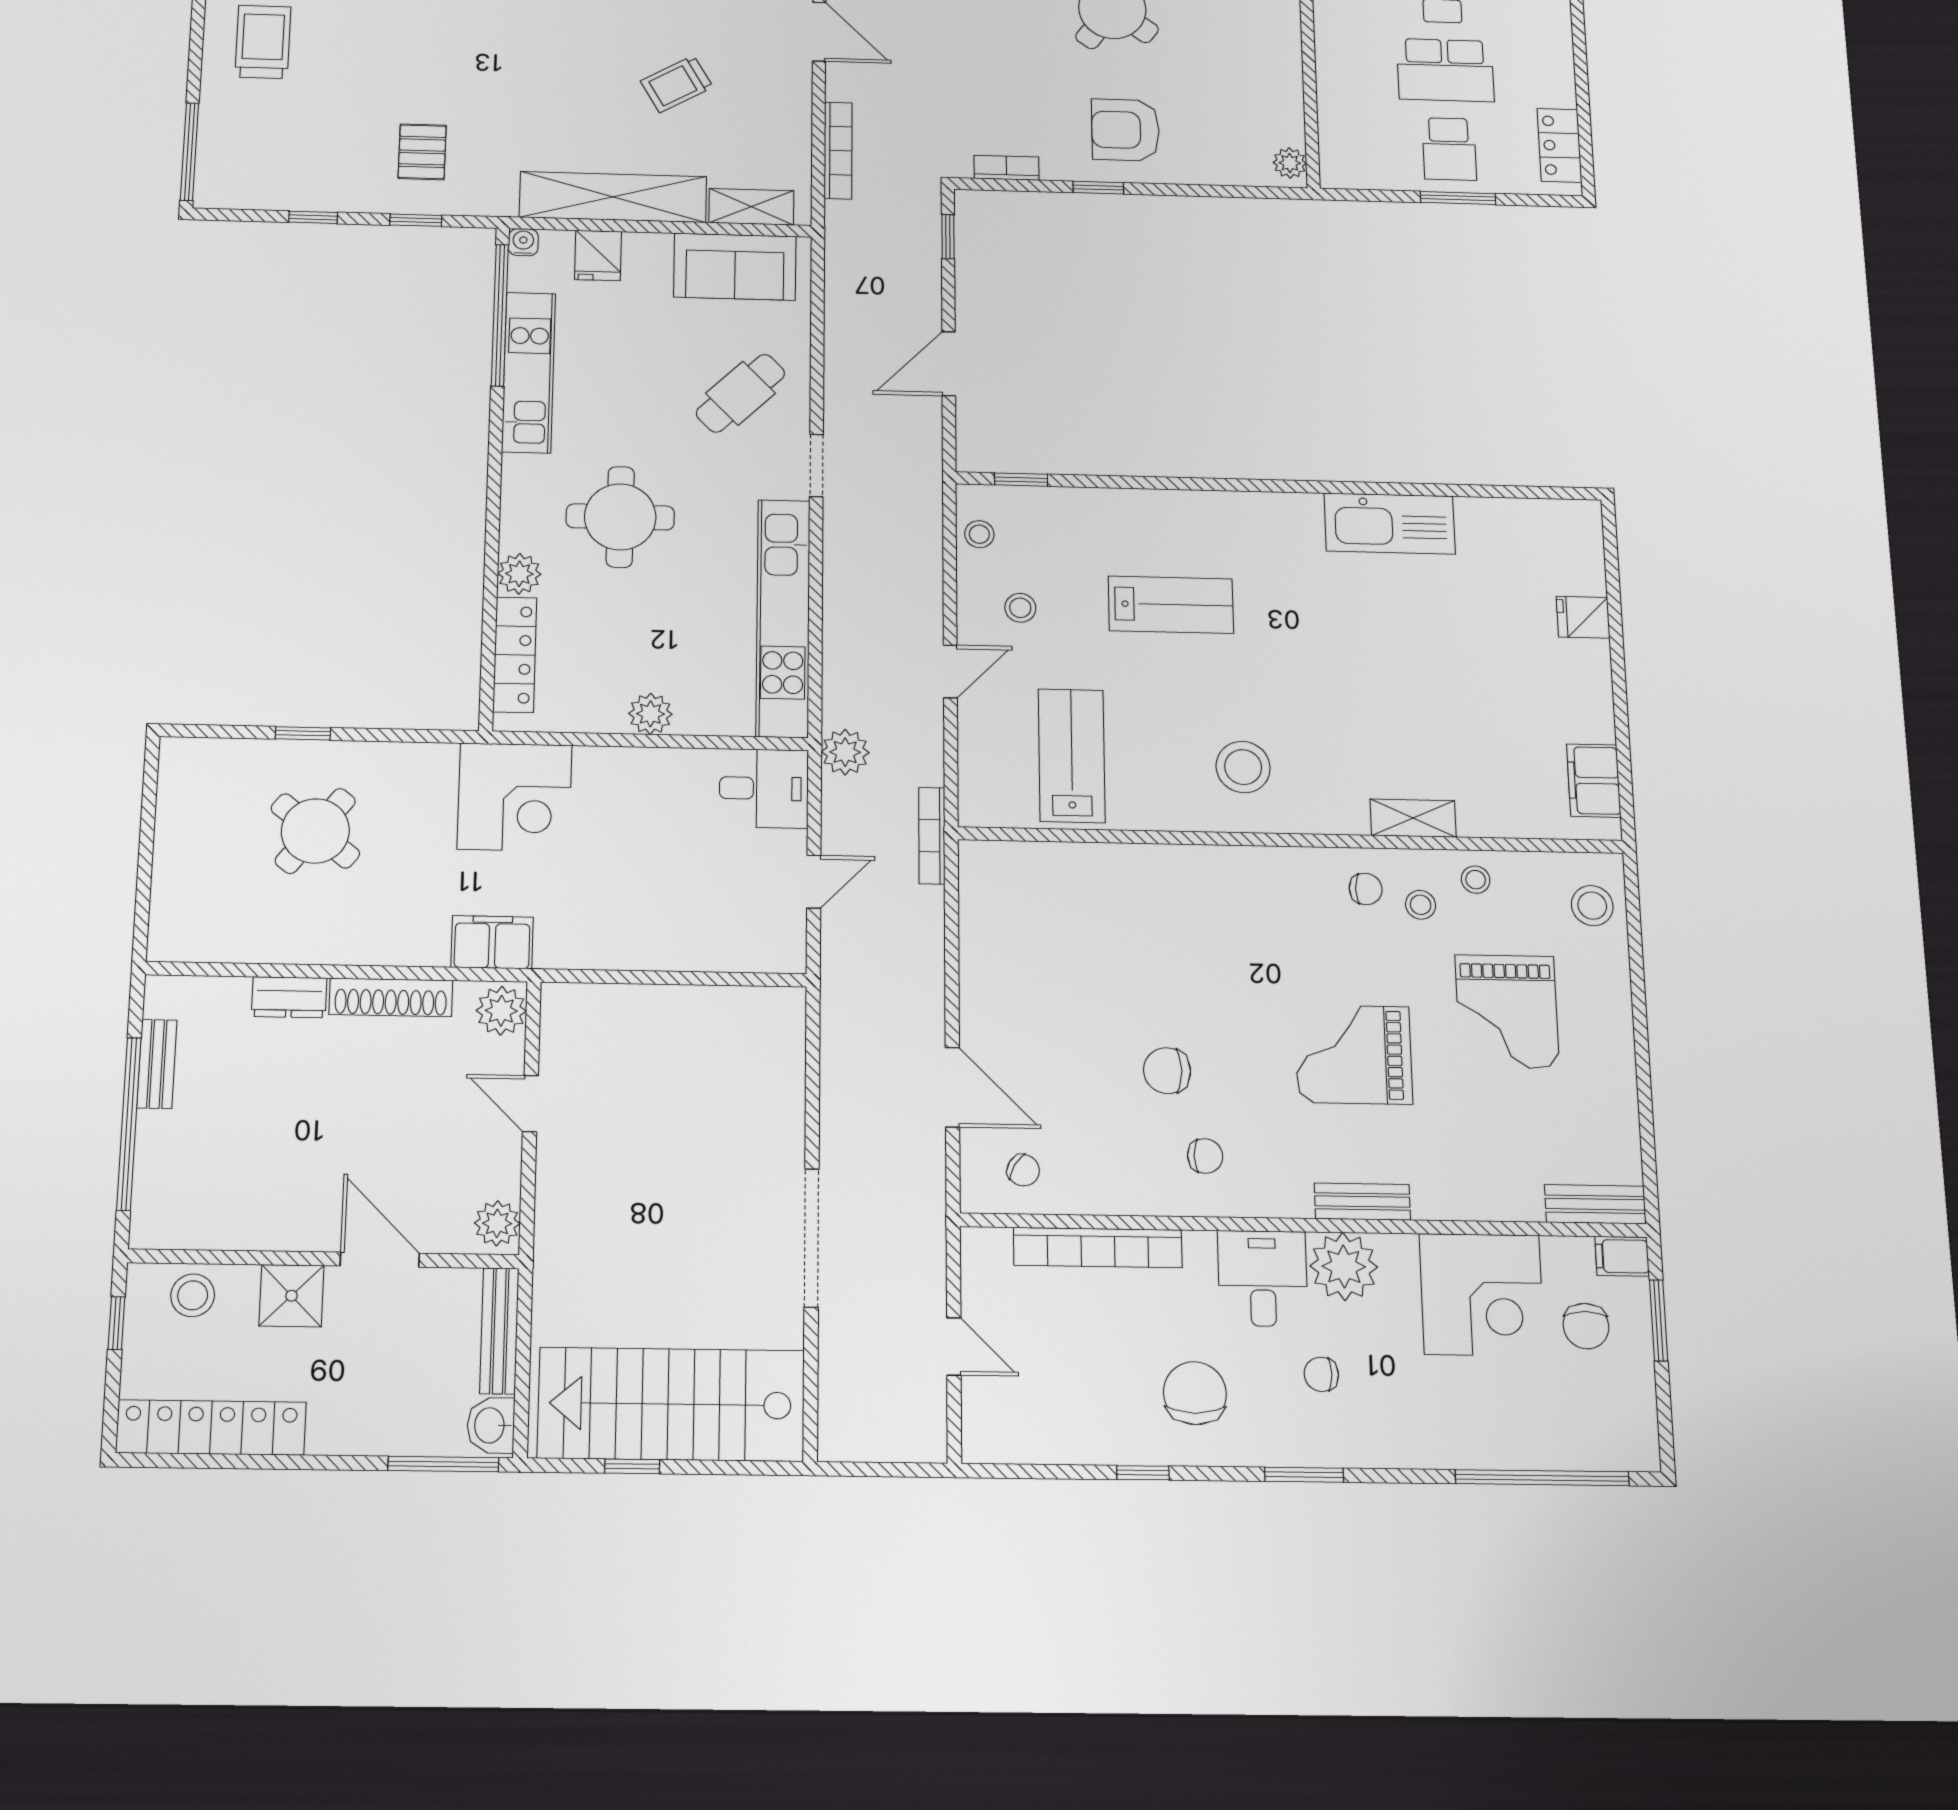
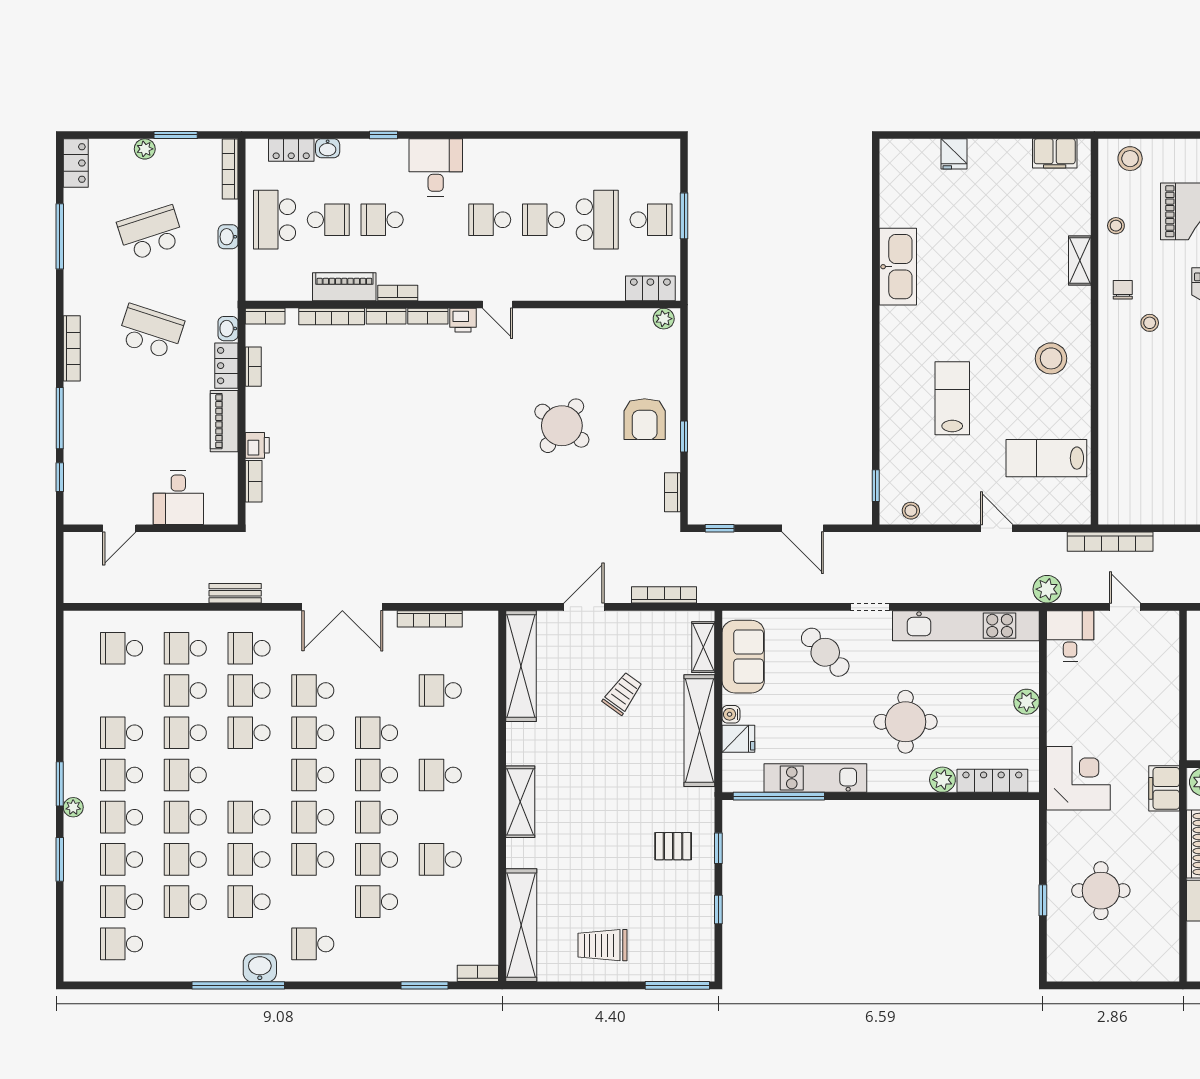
trolley: (677, 84) -> (623, 694), turned -114
locker: (1560, 145) -> (650, 288), moved, turned 180
water cooler: (523, 242) -> (731, 714), moved
stool: (1020, 608) -> (956, 487), removed
round table: (315, 831) -> (1101, 891), turned -38
bookcase: (932, 836) -> (1110, 542), width x1.48, depth x1.31
stool: (1421, 905) -> (1150, 323), moved

